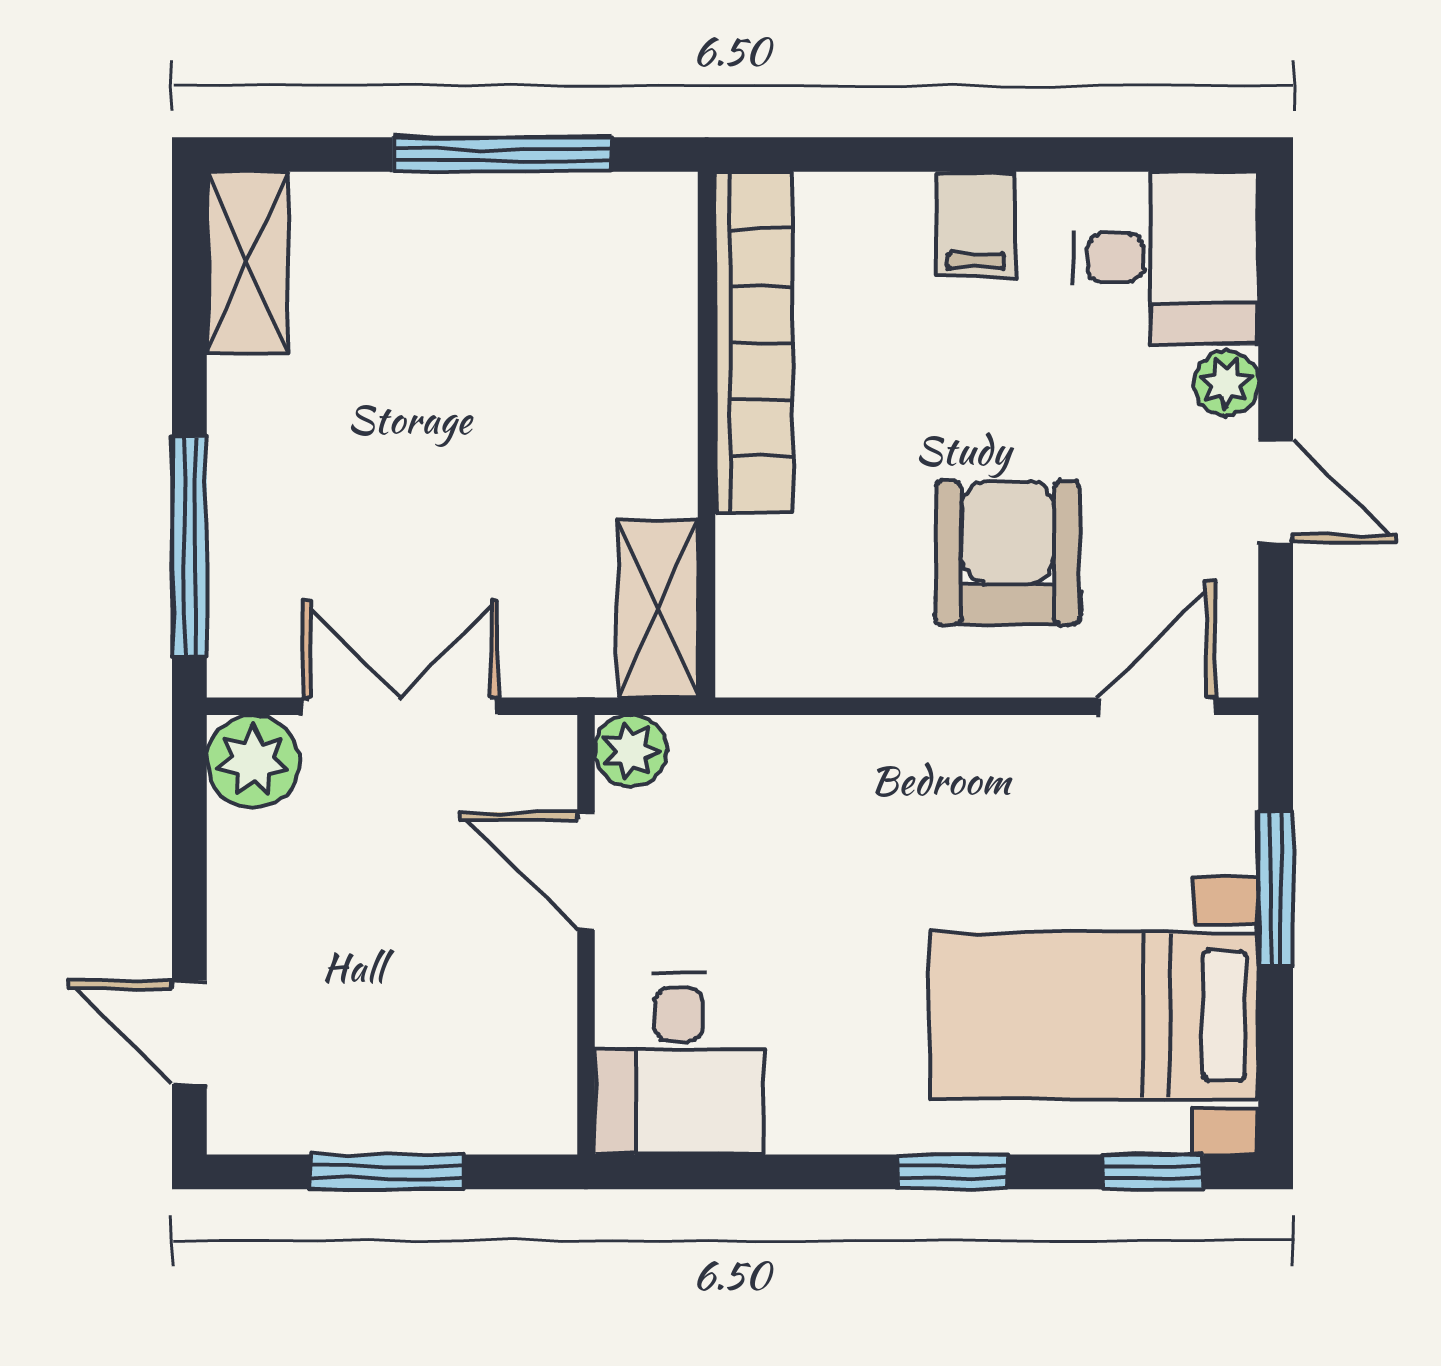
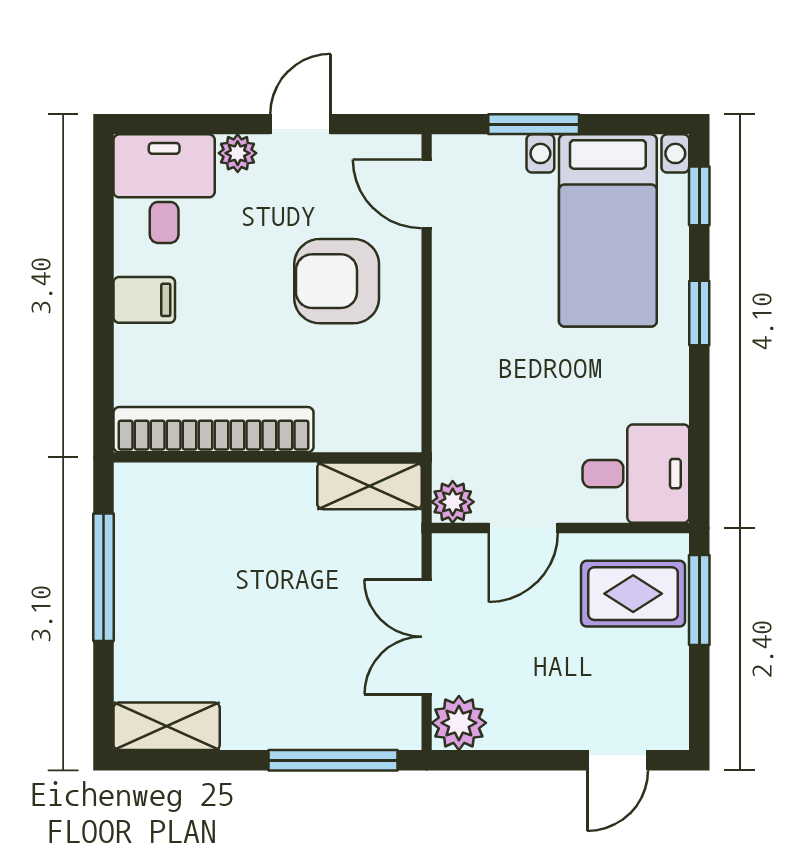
rug: (474, 1059) -> (633, 594), added
window: (387, 1172) -> (699, 600), moved

